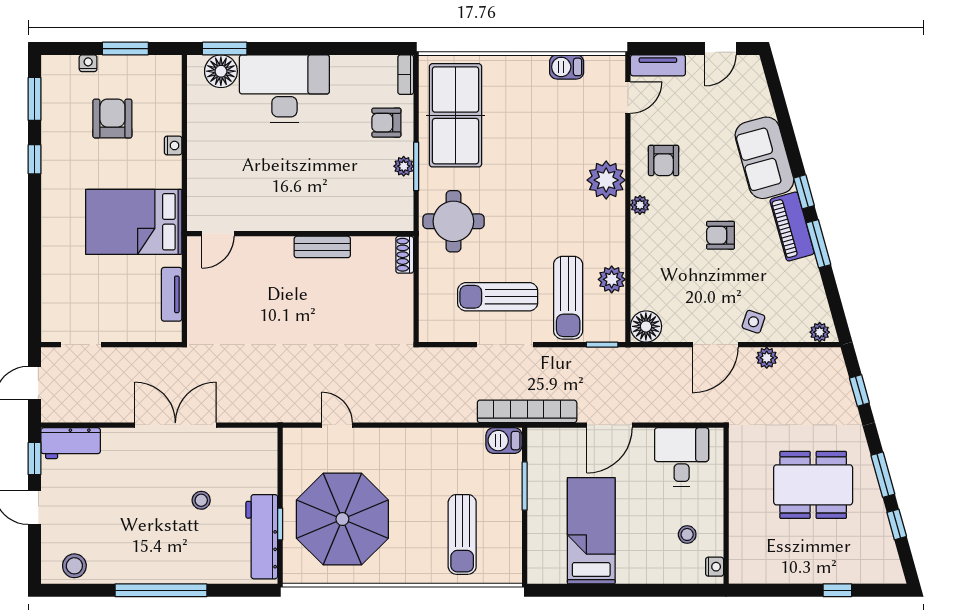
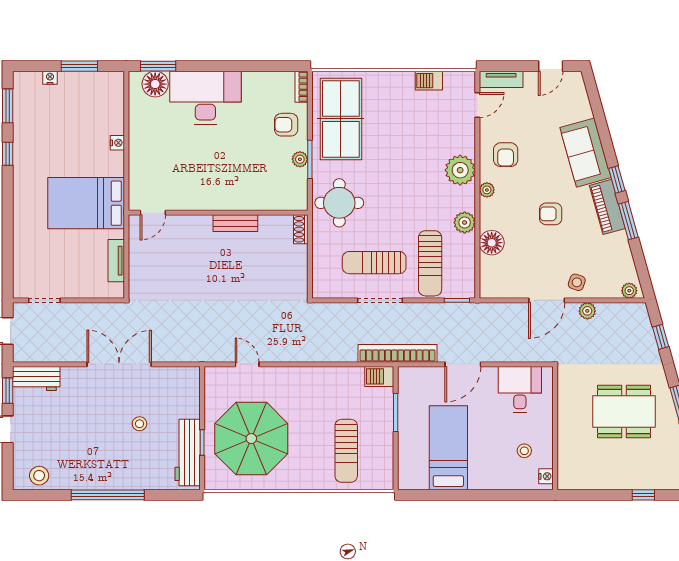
armchair: (112, 119) -> (69, 121), removed
plant: (612, 279) -> (465, 223), moved
floor lamp: (646, 326) -> (492, 243), moved

